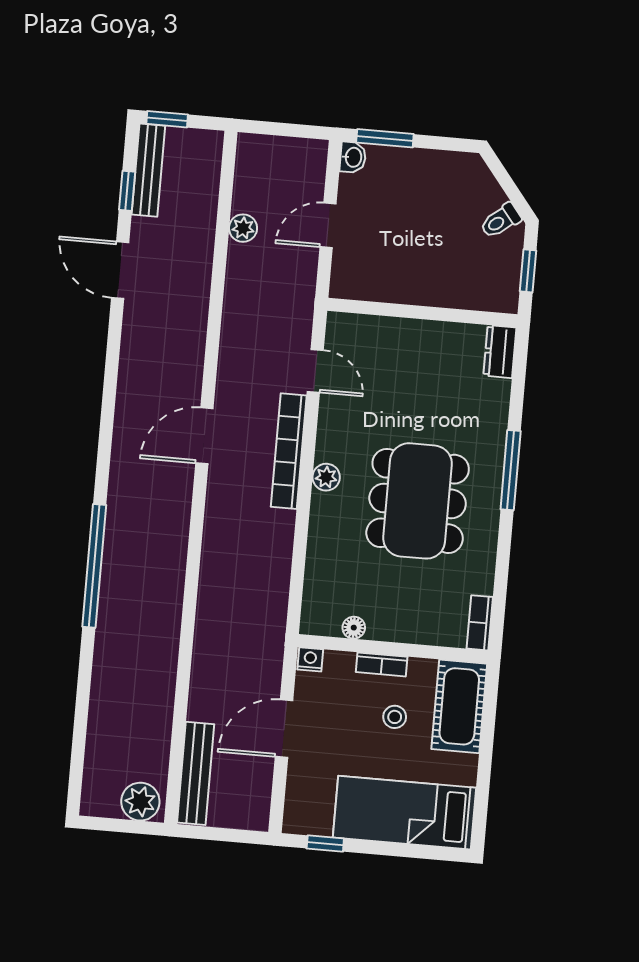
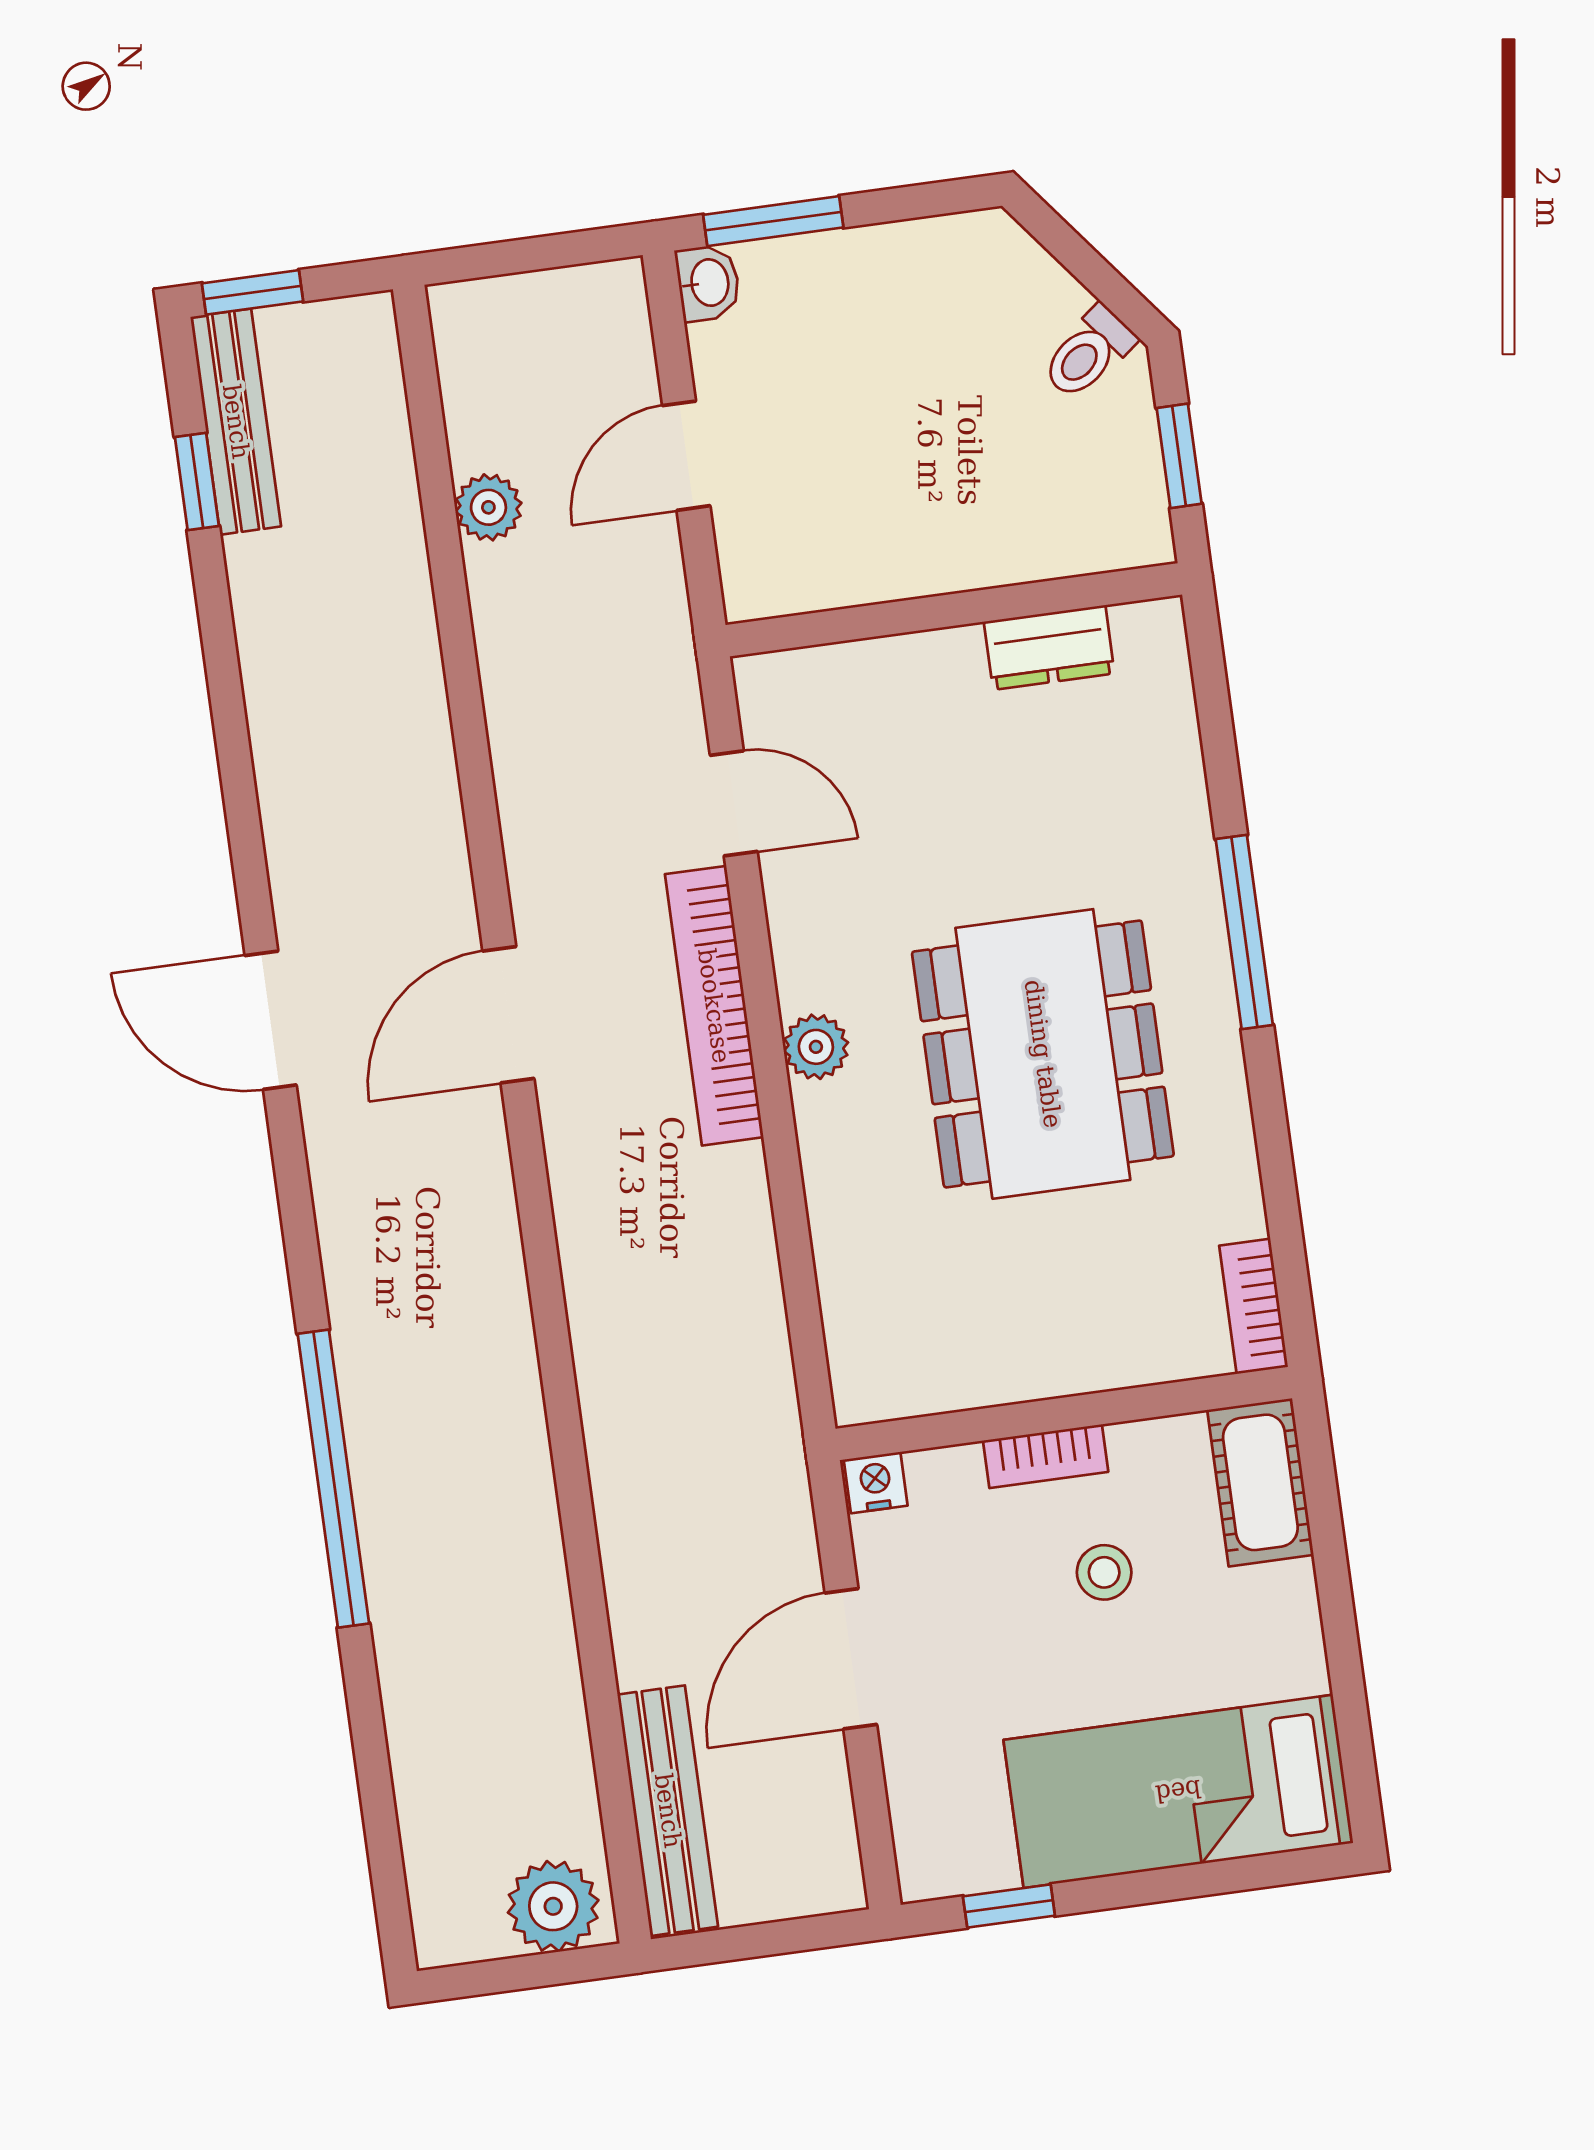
door: (120, 270) -> (271, 1020), moved
dresser: (500, 352) -> (1049, 647), moved, turned -90
window: (94, 566) -> (333, 1479), moved
floor lamp: (354, 628) -> (961, 1385), removed
cot: (459, 706) -> (1260, 1482), width x0.73, depth x0.75

